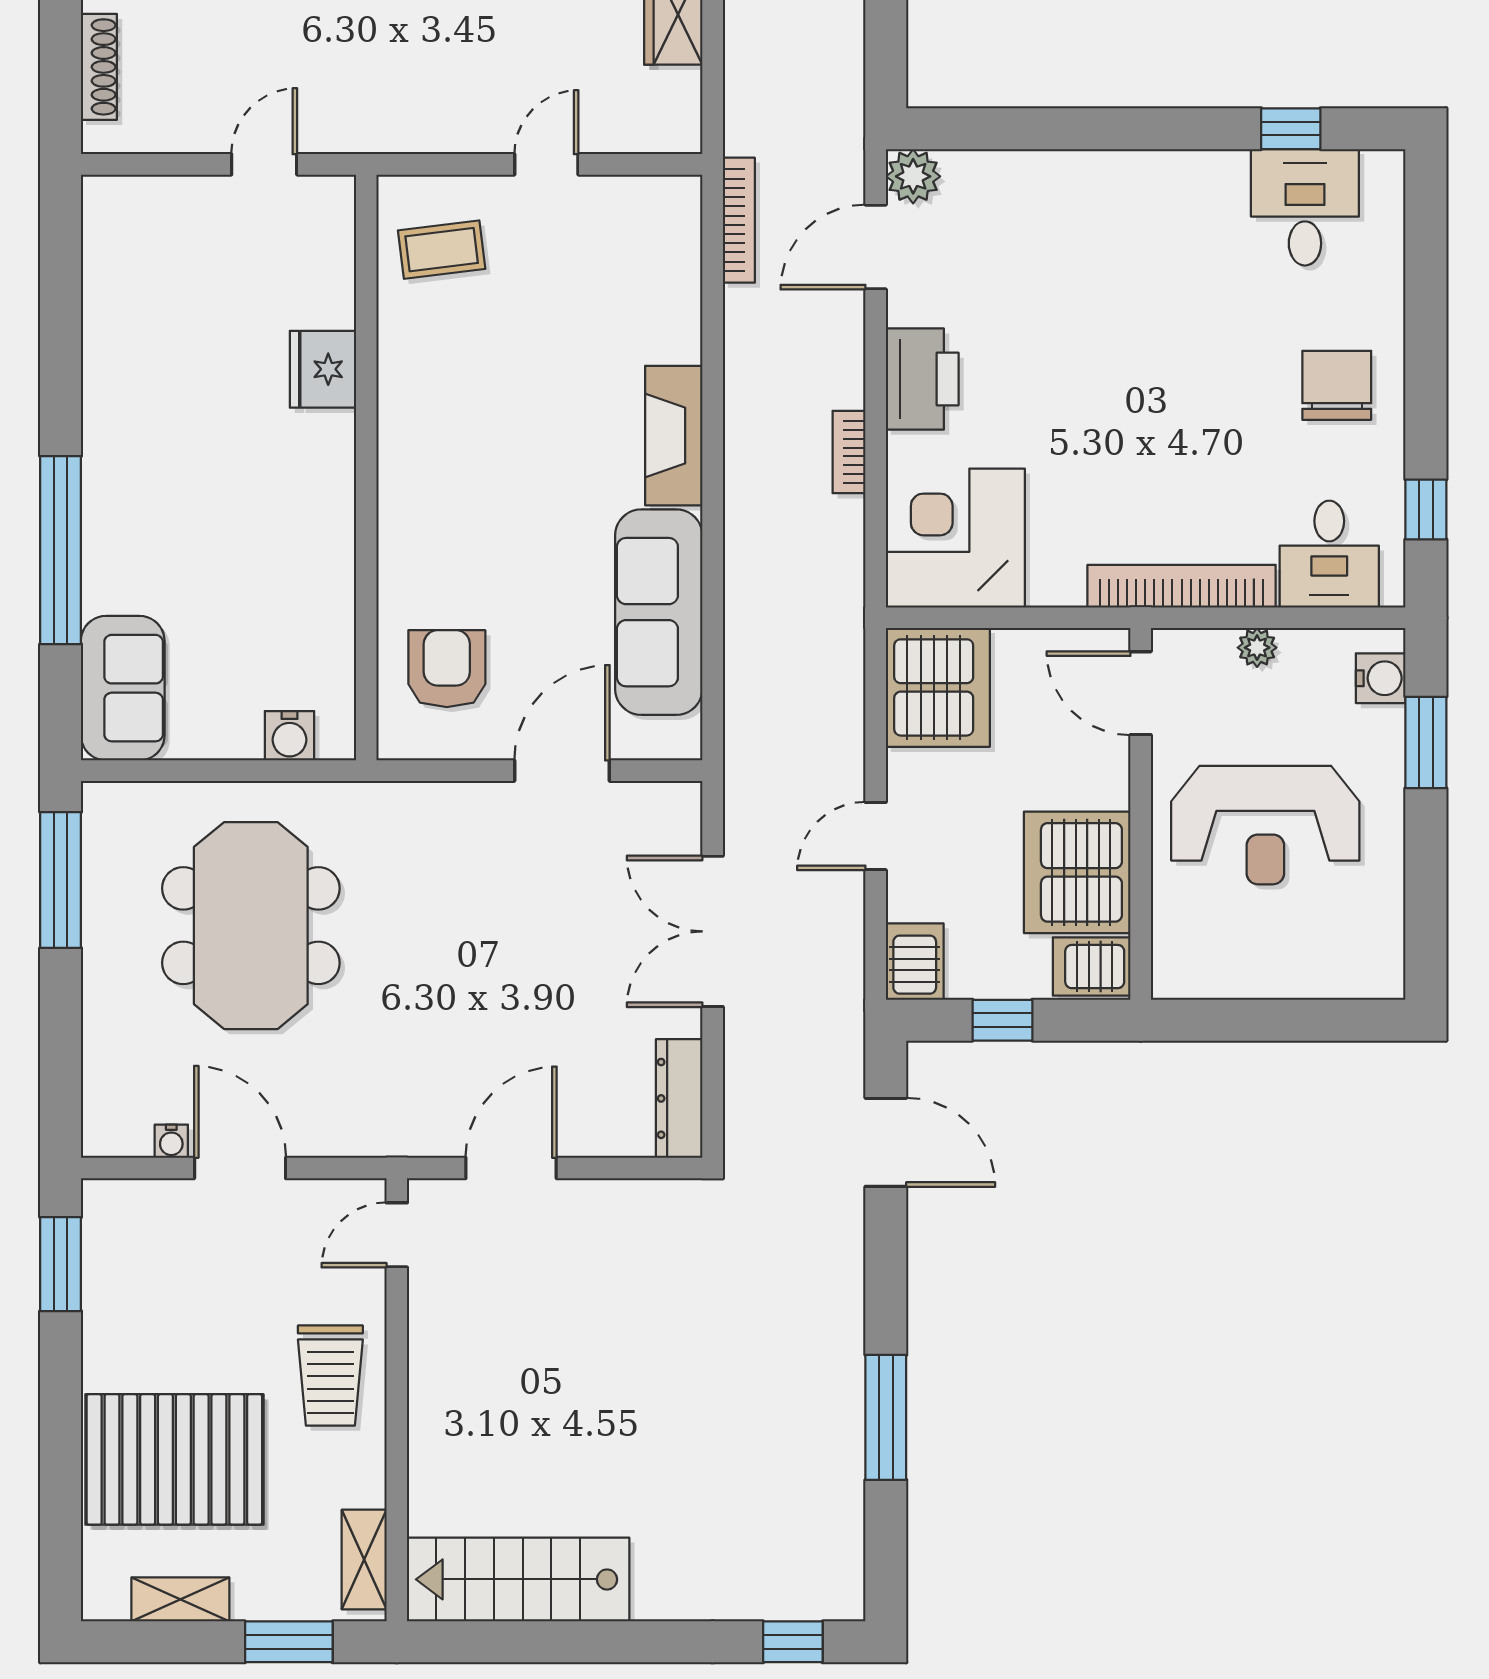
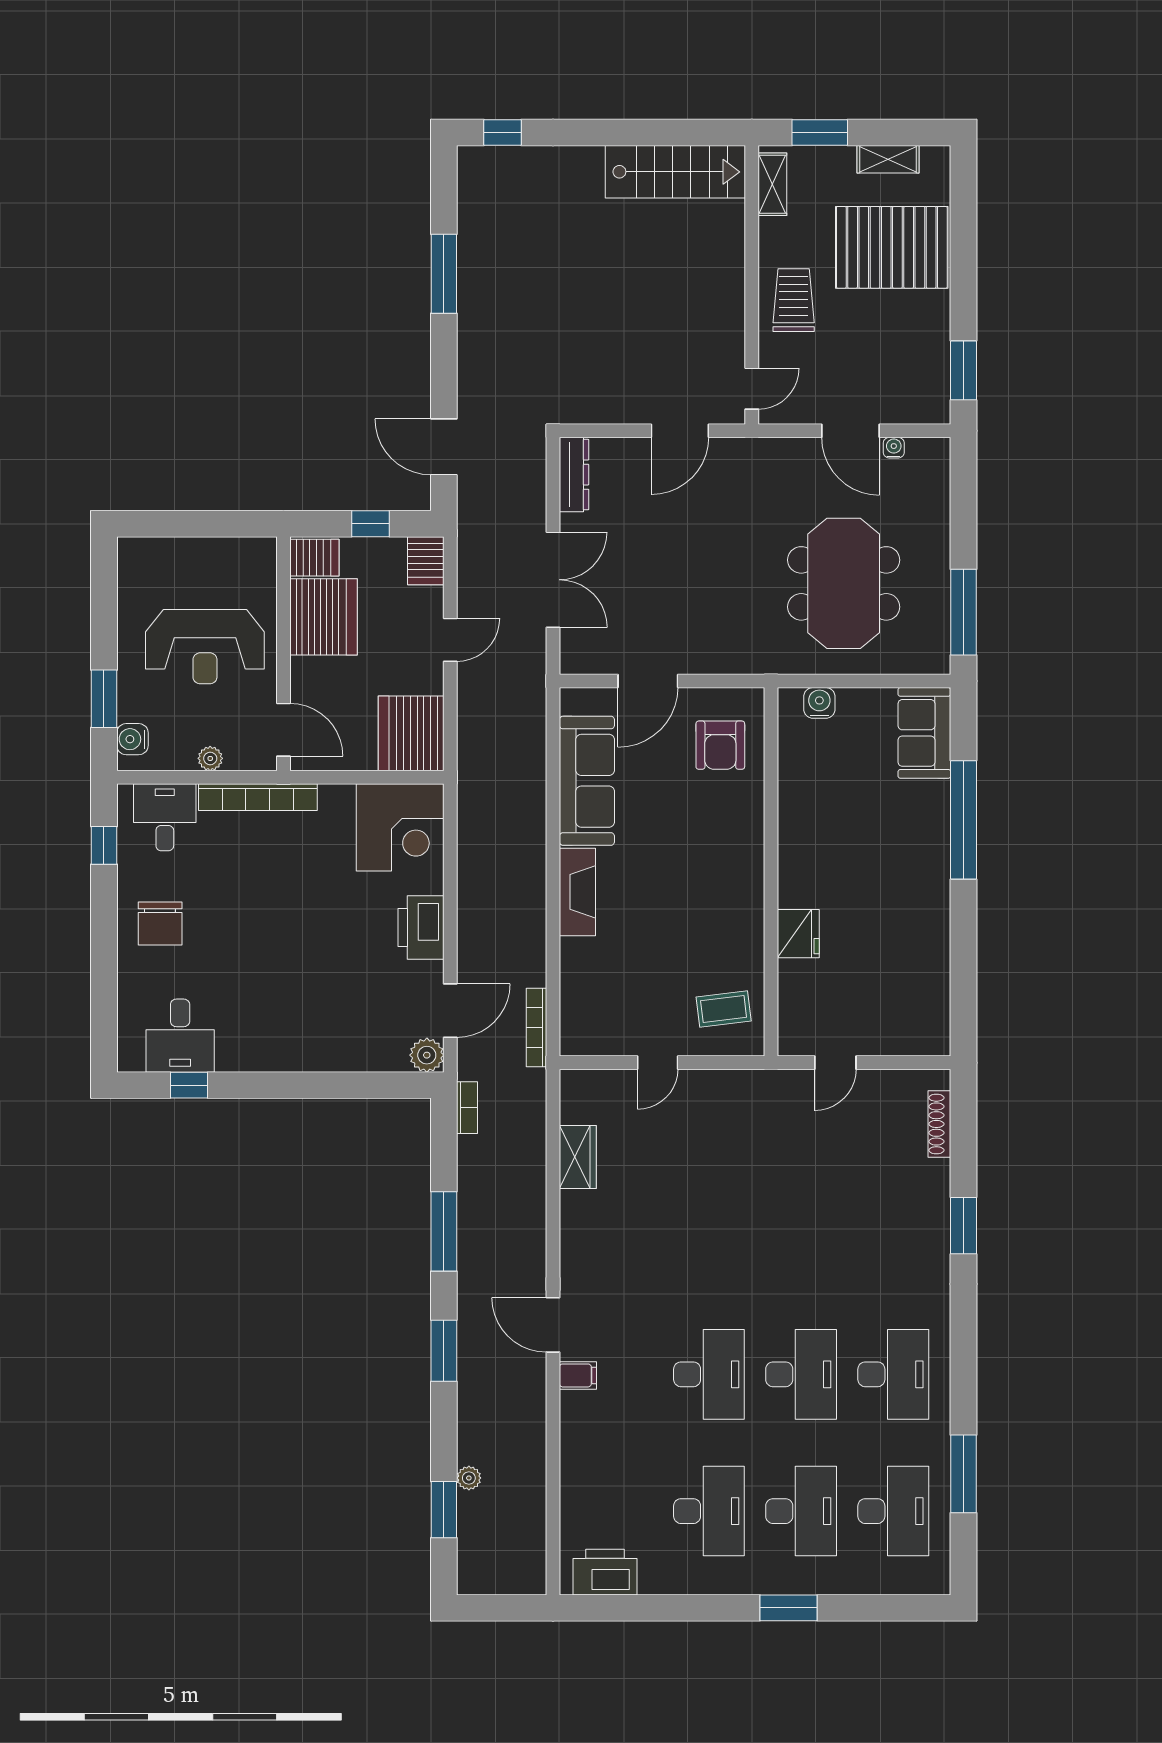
bookcase: (849, 452) -> (467, 1108), moved
reception desk: (1265, 825) -> (205, 647), turned 180

